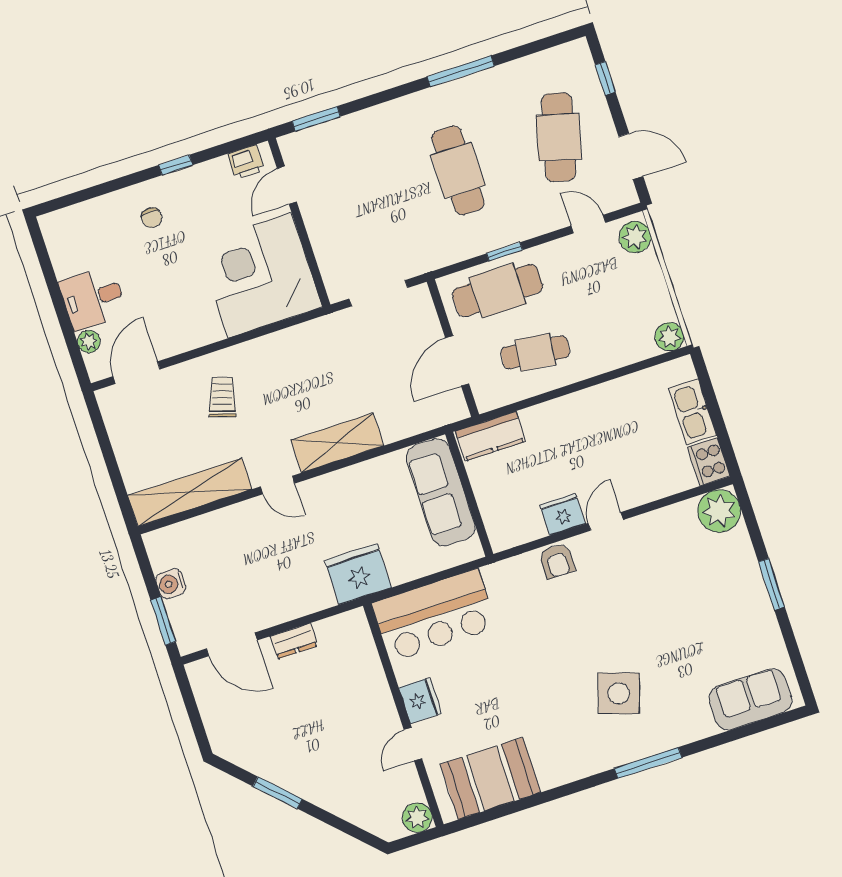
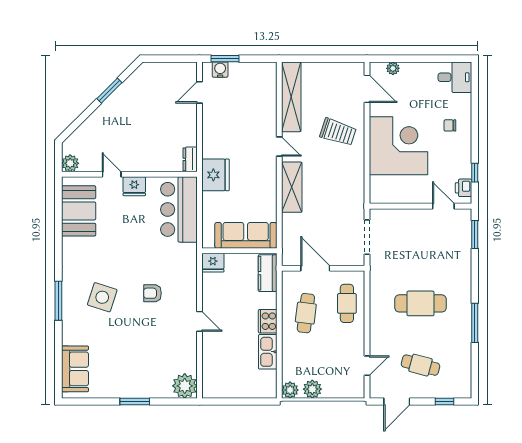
cafe table: (559, 137) -> (420, 365), width x0.73, depth x0.74
window: (176, 165) -> (475, 173), moved
plant: (635, 237) -> (312, 389), moved
window: (505, 252) -> (367, 314), removed
corner desk: (260, 275) -> (398, 146), moved
cafe table: (497, 290) -> (347, 303), width x0.73, depth x0.74
desk: (93, 298) -> (455, 77), moved, turned 90
trolley: (222, 397) -> (338, 132), width x1.36, depth x1.39
kitchen sink: (692, 412) -> (268, 352), moved, turned -90
cooker: (709, 462) -> (268, 321), moved, turned -90
door: (278, 485) -> (279, 147), swing flipped
fridge: (562, 514) -> (213, 263), moved, turned 90
armchair: (557, 561) -> (152, 293), moved
water cooler: (171, 584) -> (220, 70), moved
dresser: (294, 641) -> (190, 159), moved
door: (232, 644) -> (200, 92), width x0.73

